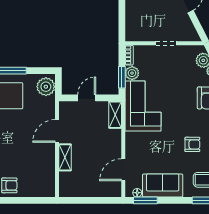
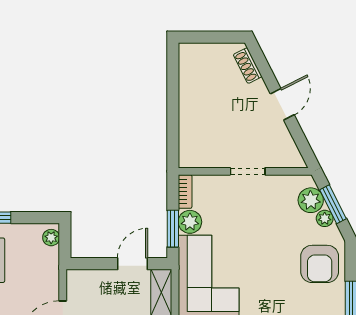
plant: (46, 87) -> (51, 238), width x0.53, depth x0.53
door: (87, 98) -> (132, 264), moved

